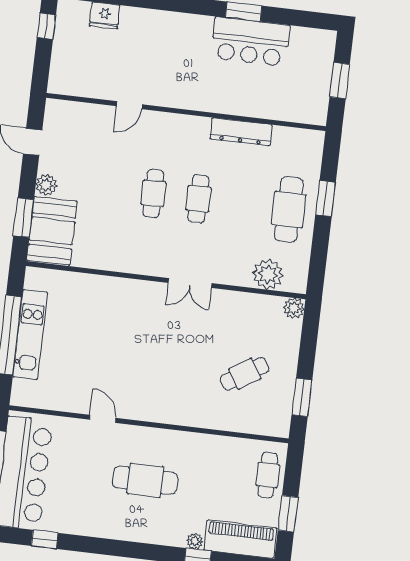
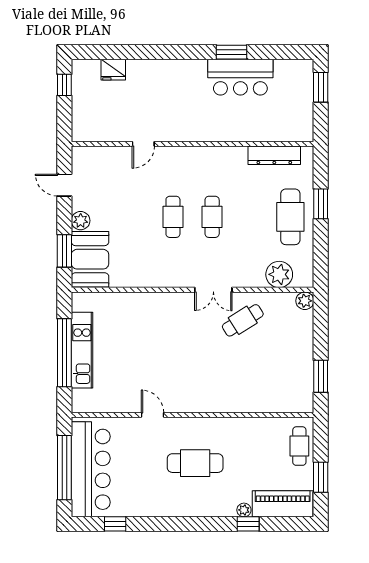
window: (340, 81) -> (321, 87), moved
dresser: (241, 132) -> (274, 155), moved
cafe table: (245, 374) -> (243, 320), moved

